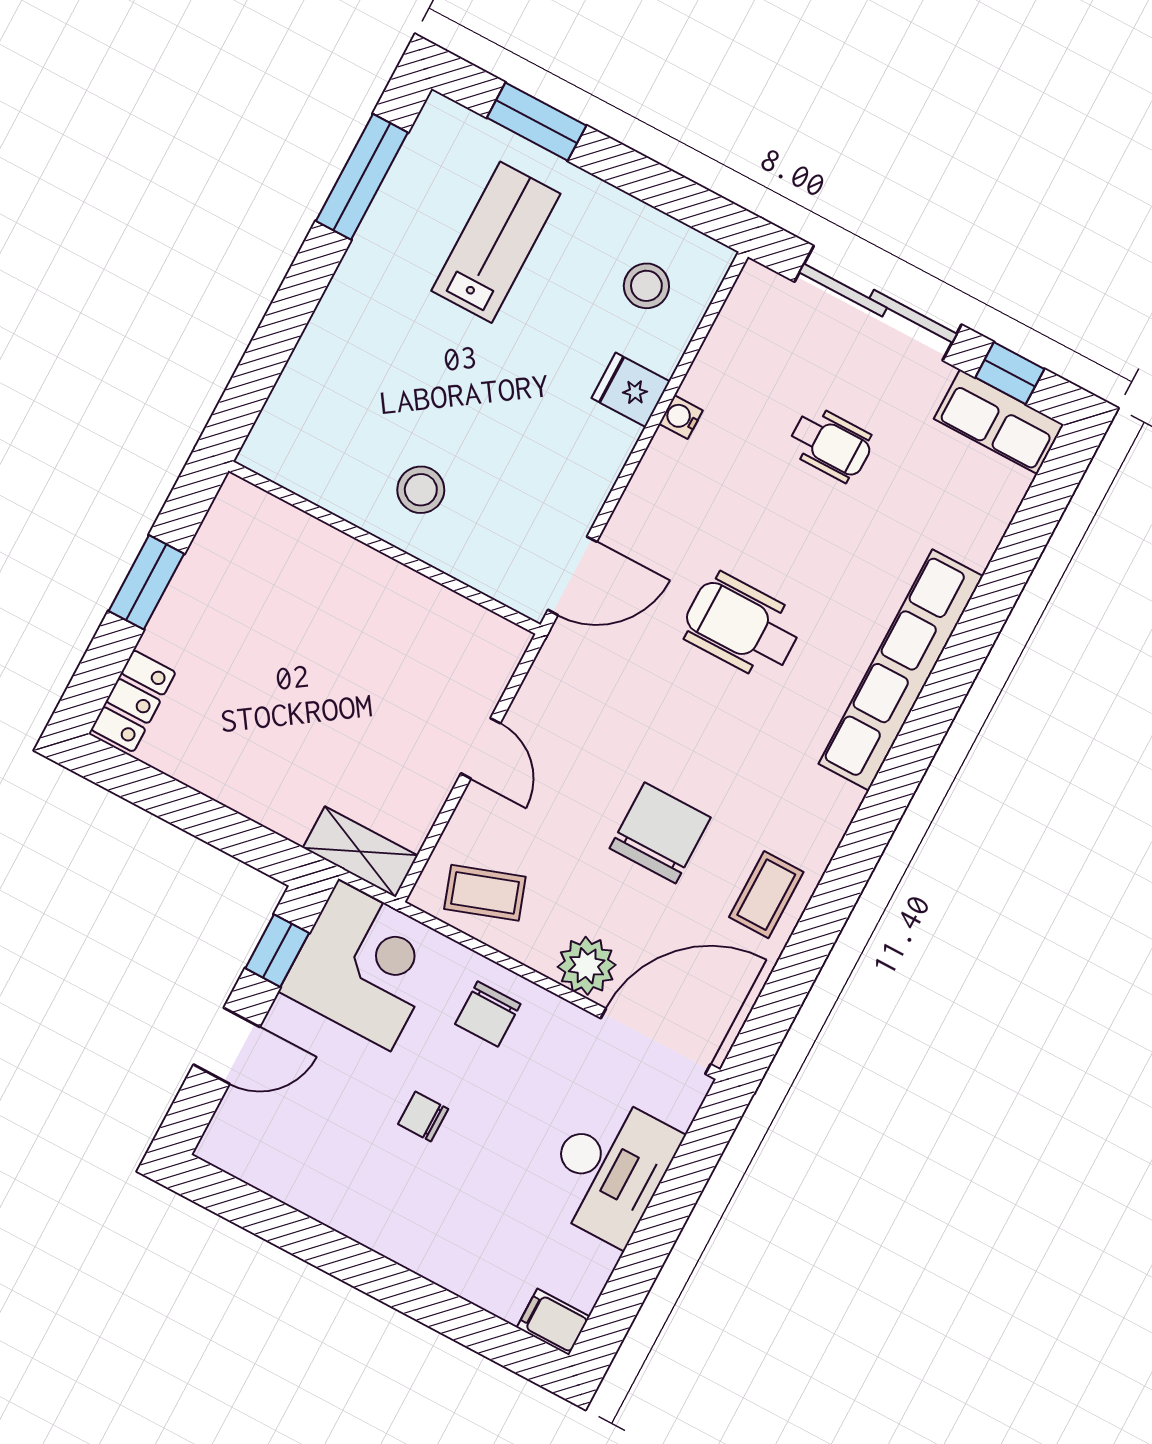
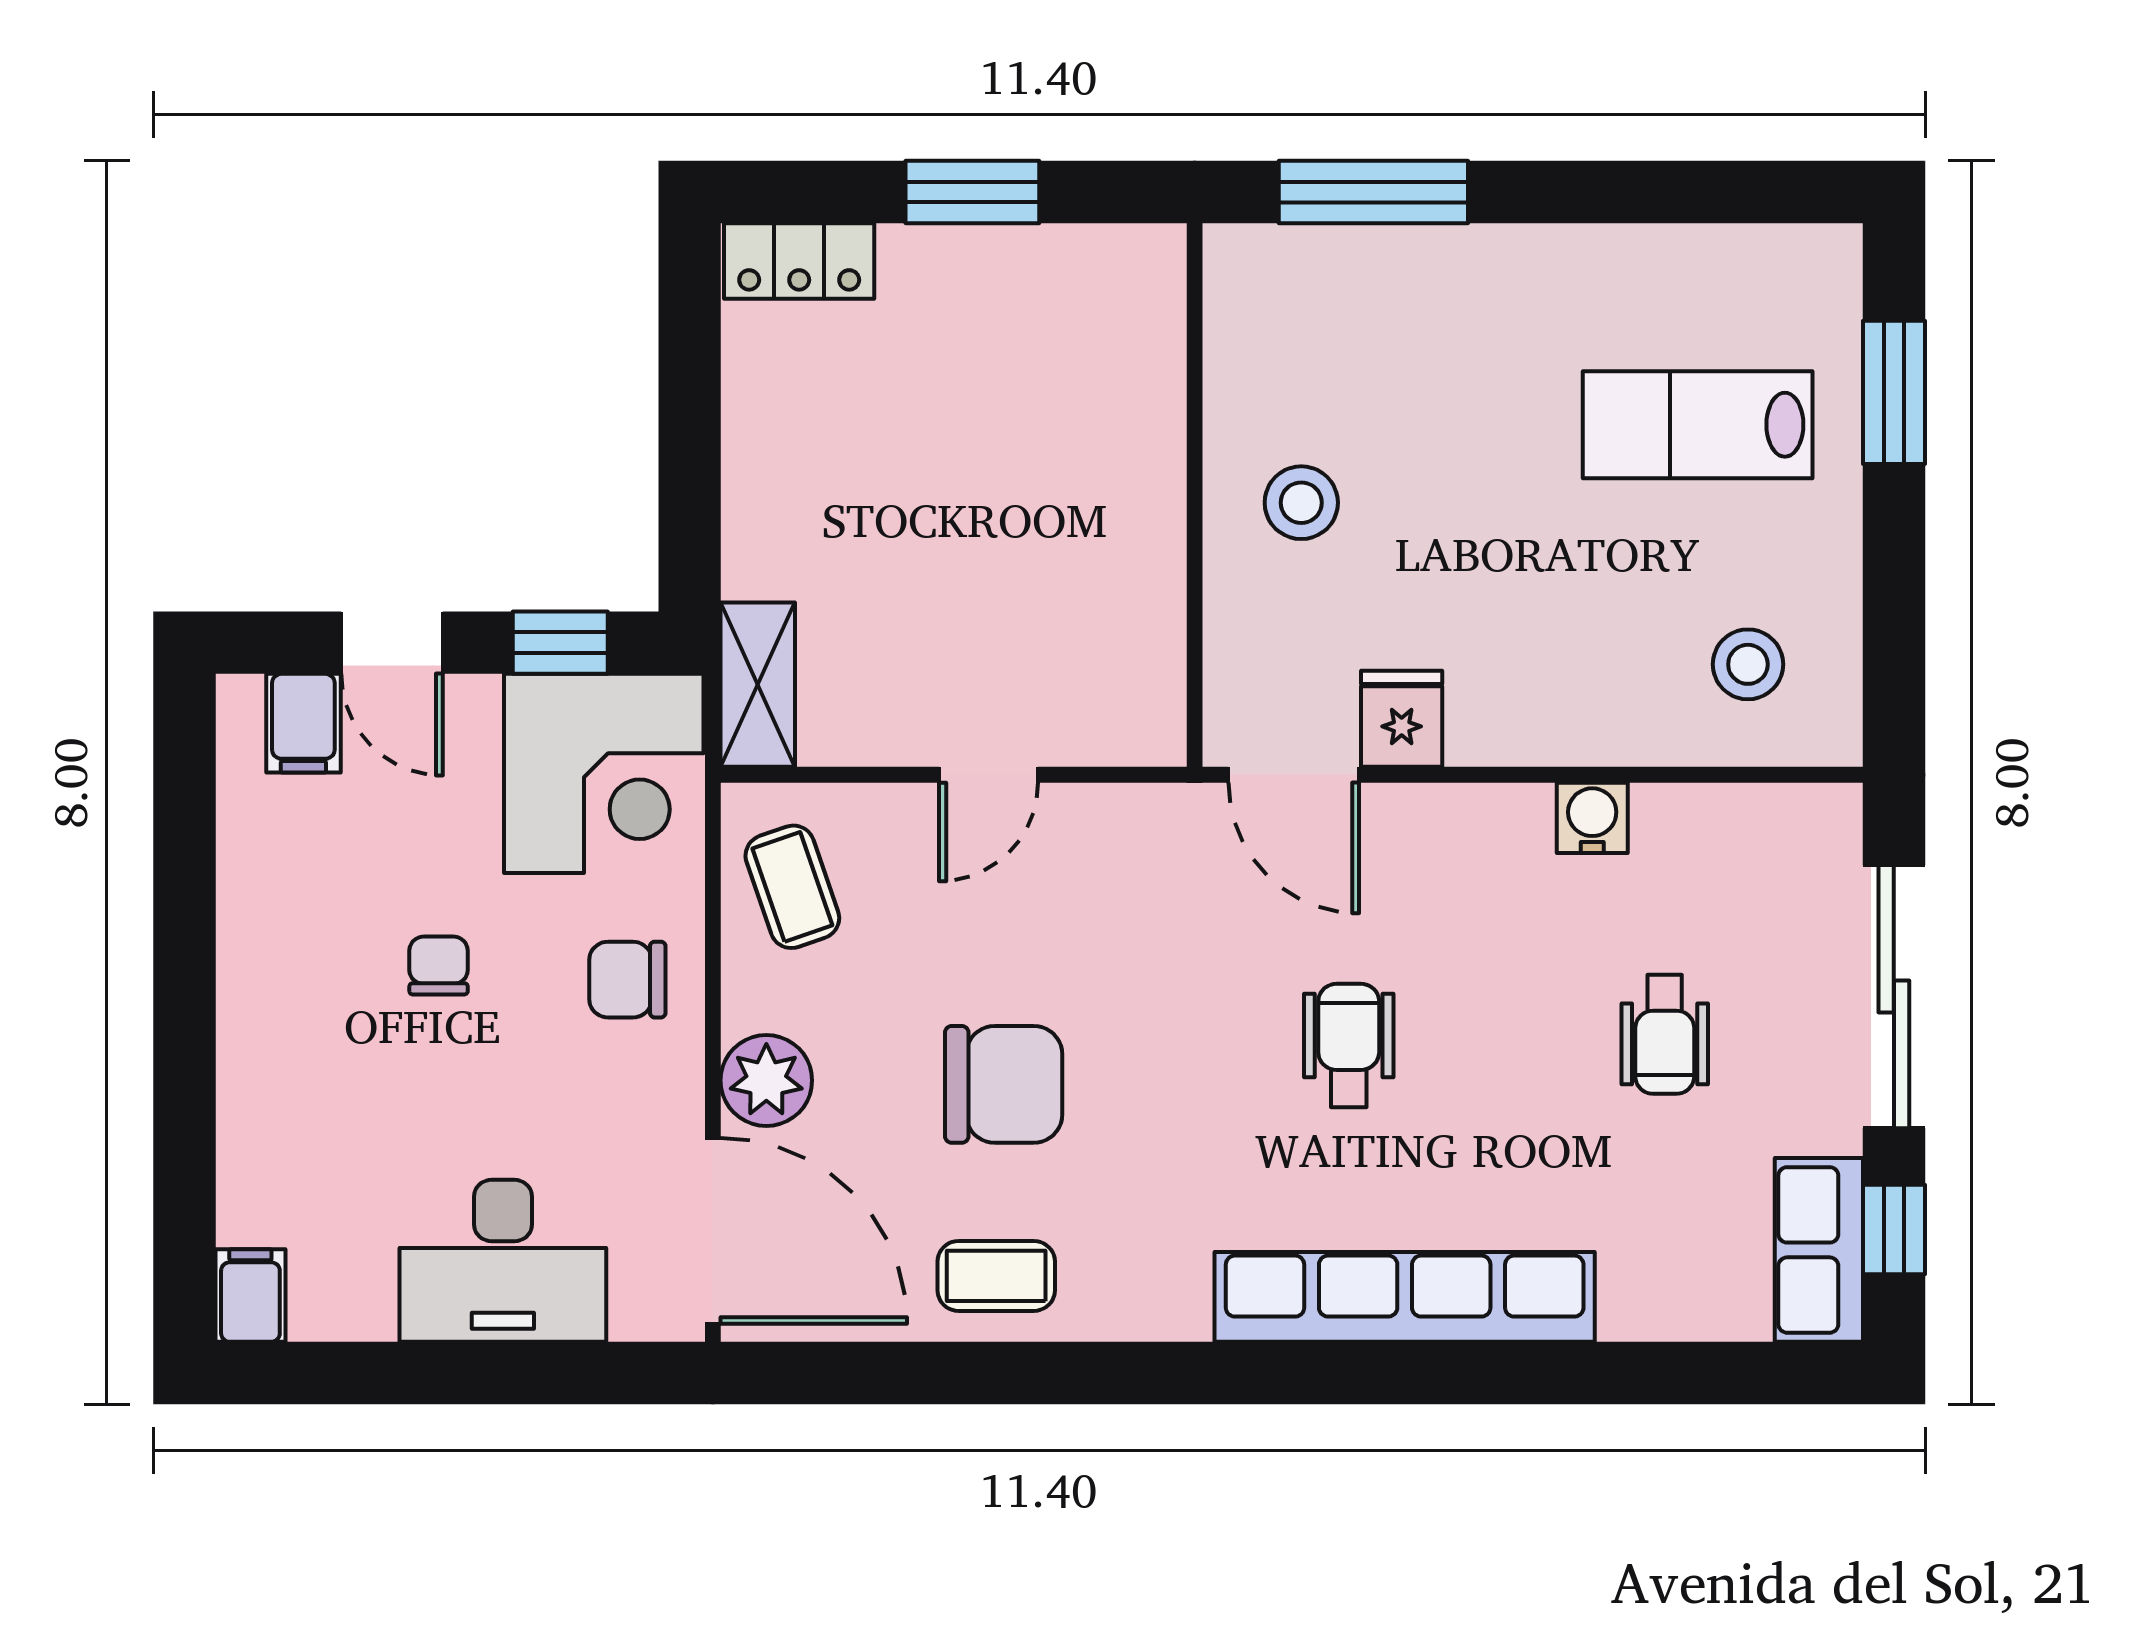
window: (362, 177) -> (1373, 192), moved
lab bench: (496, 242) -> (1698, 425), turned 180
fridge: (631, 390) -> (1402, 719), moved
water cooler: (681, 417) -> (1592, 818), width x1.38, depth x1.38
wheelchair: (742, 626) -> (1349, 1045), width x0.73, depth x0.73
filing cabinet: (246, 1120) -> (303, 723), added

